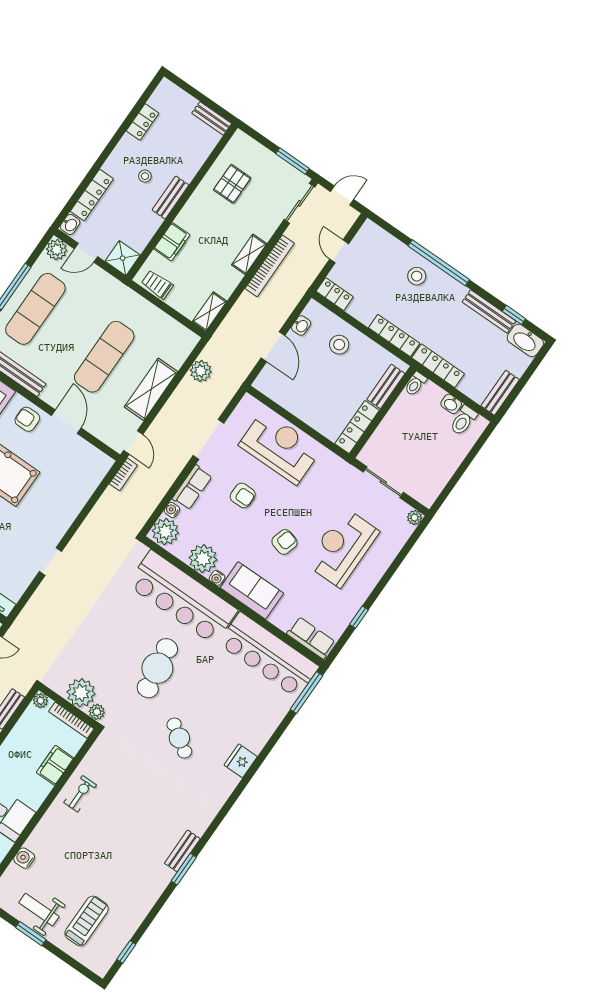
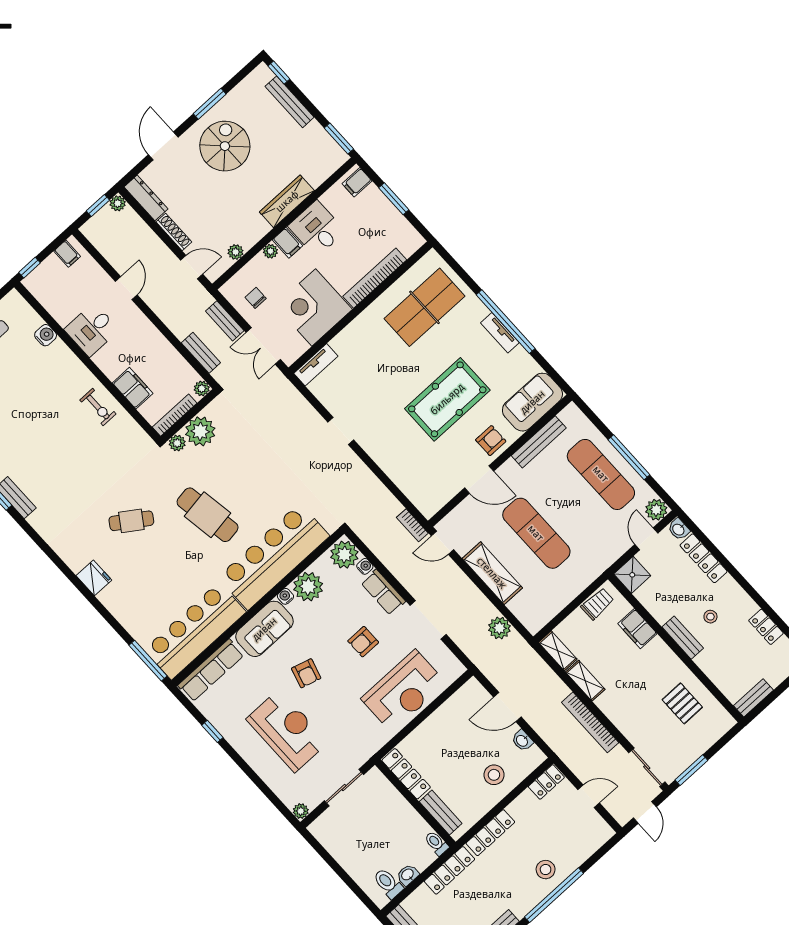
shelving: (249, 254) -> (585, 681), moved
row of seats: (311, 638) -> (211, 670), width x1.48

